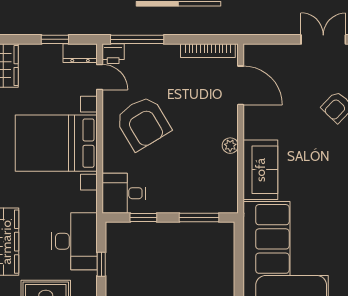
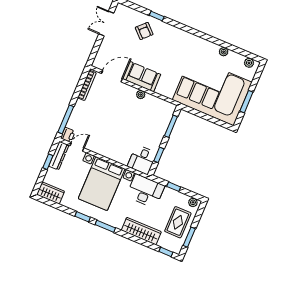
dresser: (80, 53) -> (59, 156), width x1.44
armchair: (143, 123) -> (110, 135), removed
sofa: (260, 170) -> (142, 77), moved
desk: (75, 241) -> (145, 191), moved

